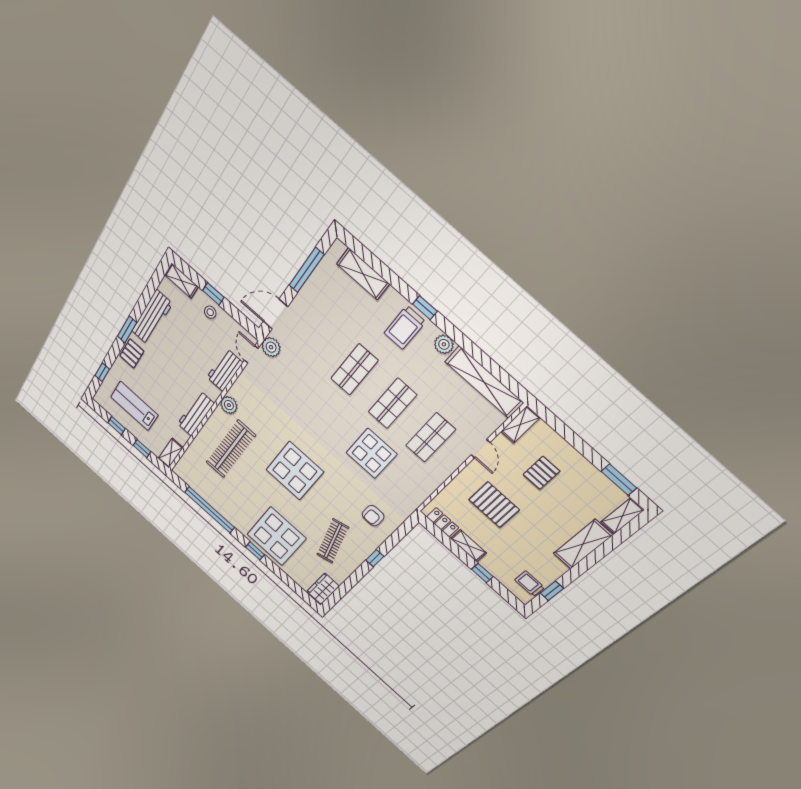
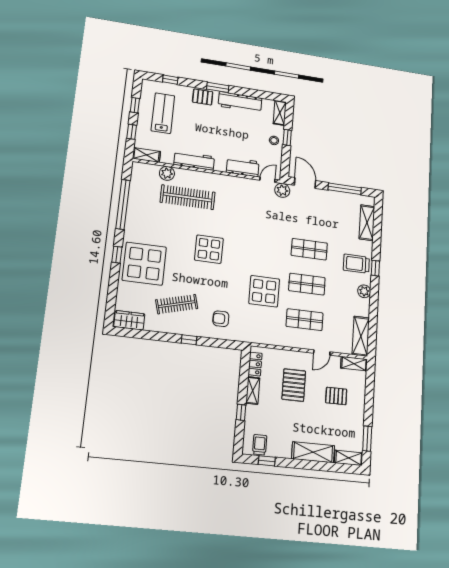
shelving: (484, 382) -> (361, 336), width x0.68
plant: (229, 405) -> (167, 173), moved
display table: (295, 471) -> (209, 249), width x0.73, depth x0.73

